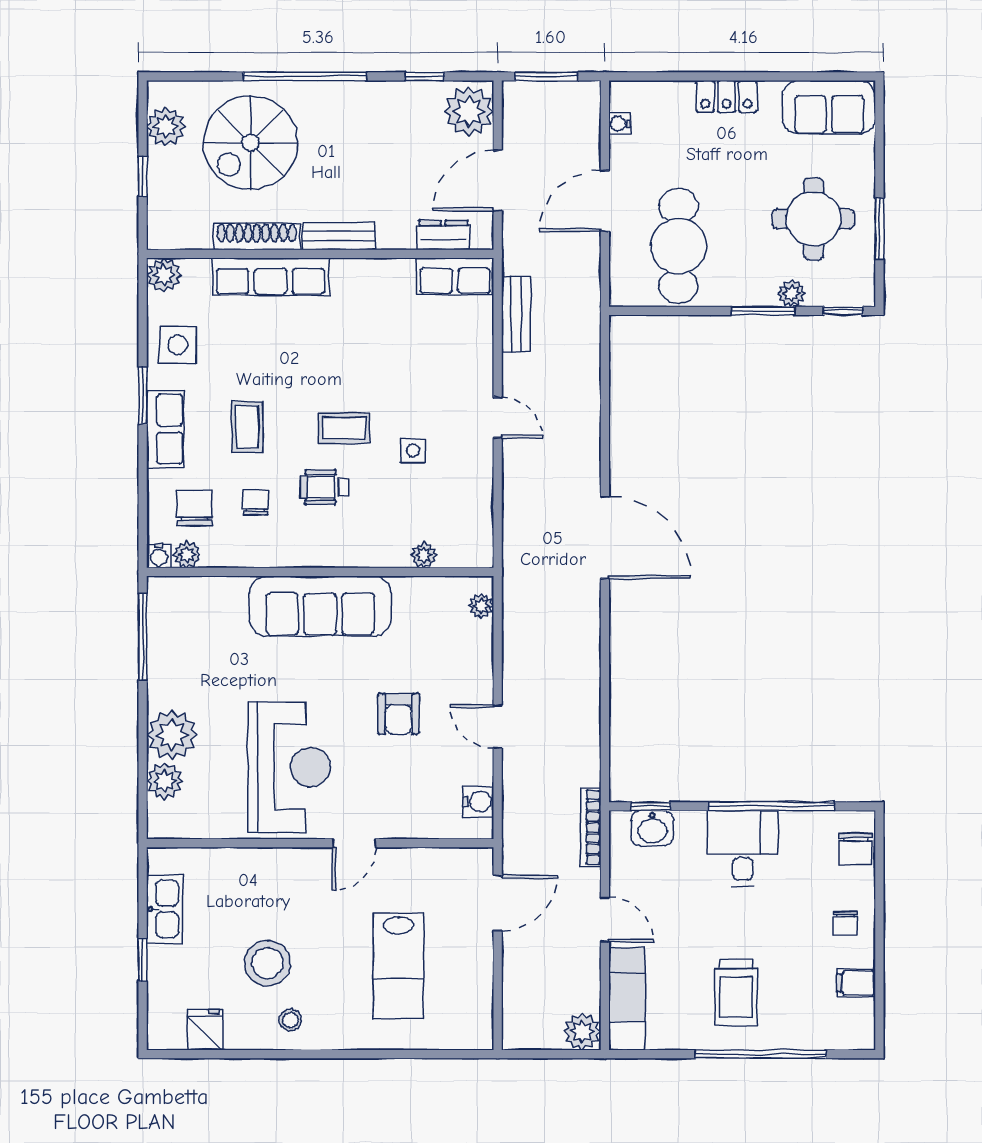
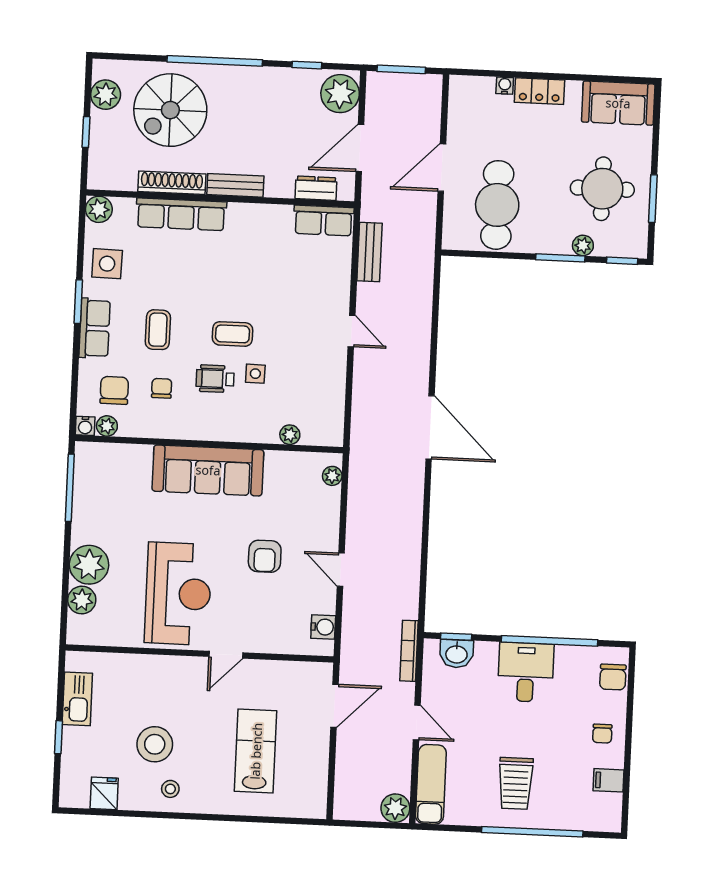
water cooler: (620, 124) -> (505, 86), moved, turned 90
side table: (413, 451) -> (255, 374), moved
lab bench: (398, 966) -> (256, 751), turned 180

